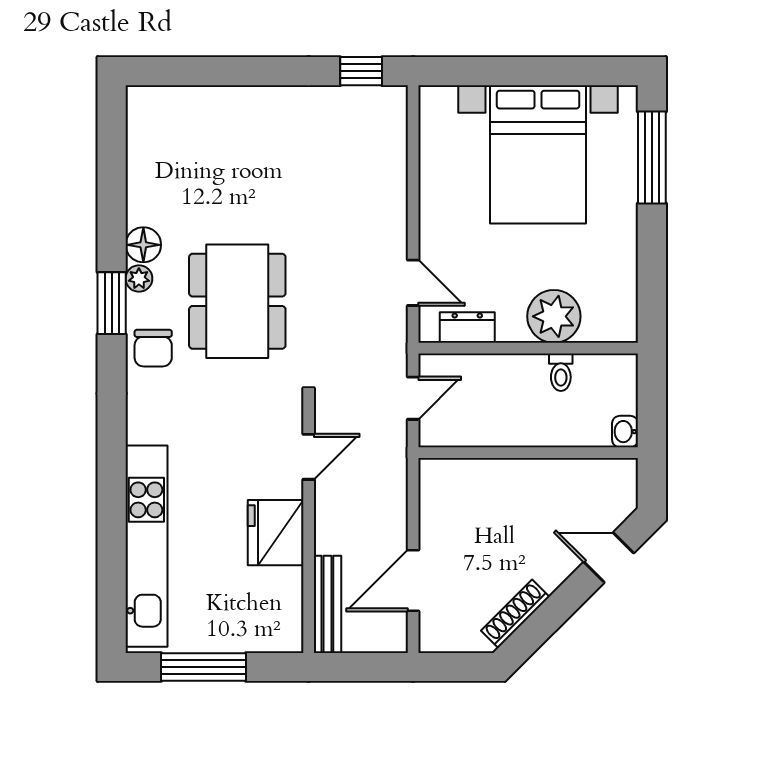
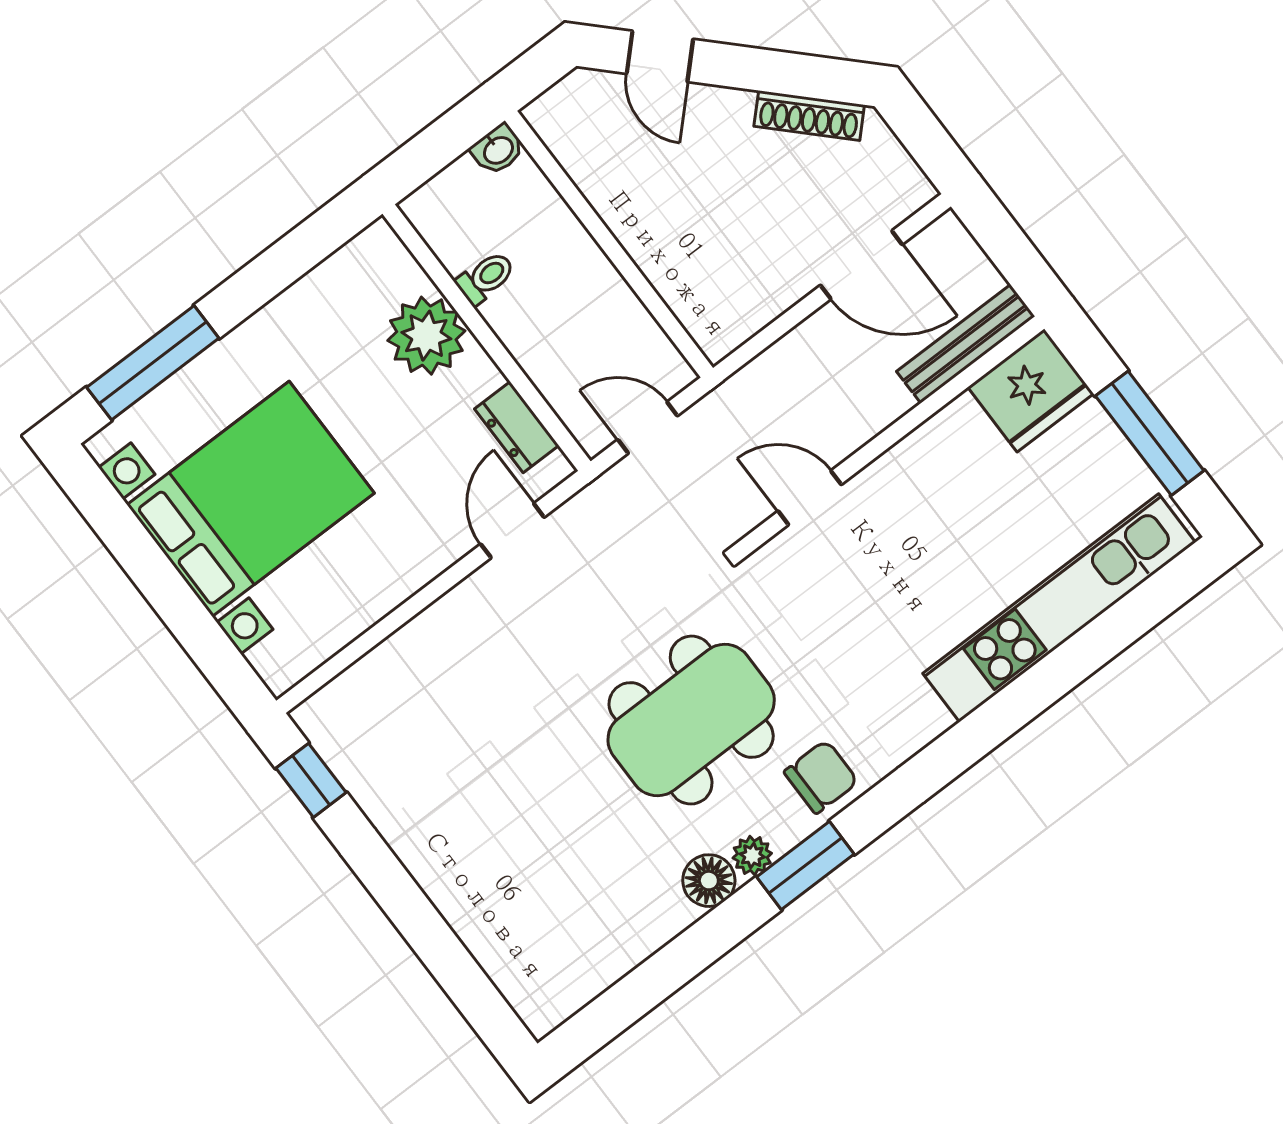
fridge: (276, 533) -> (1031, 390), moved

